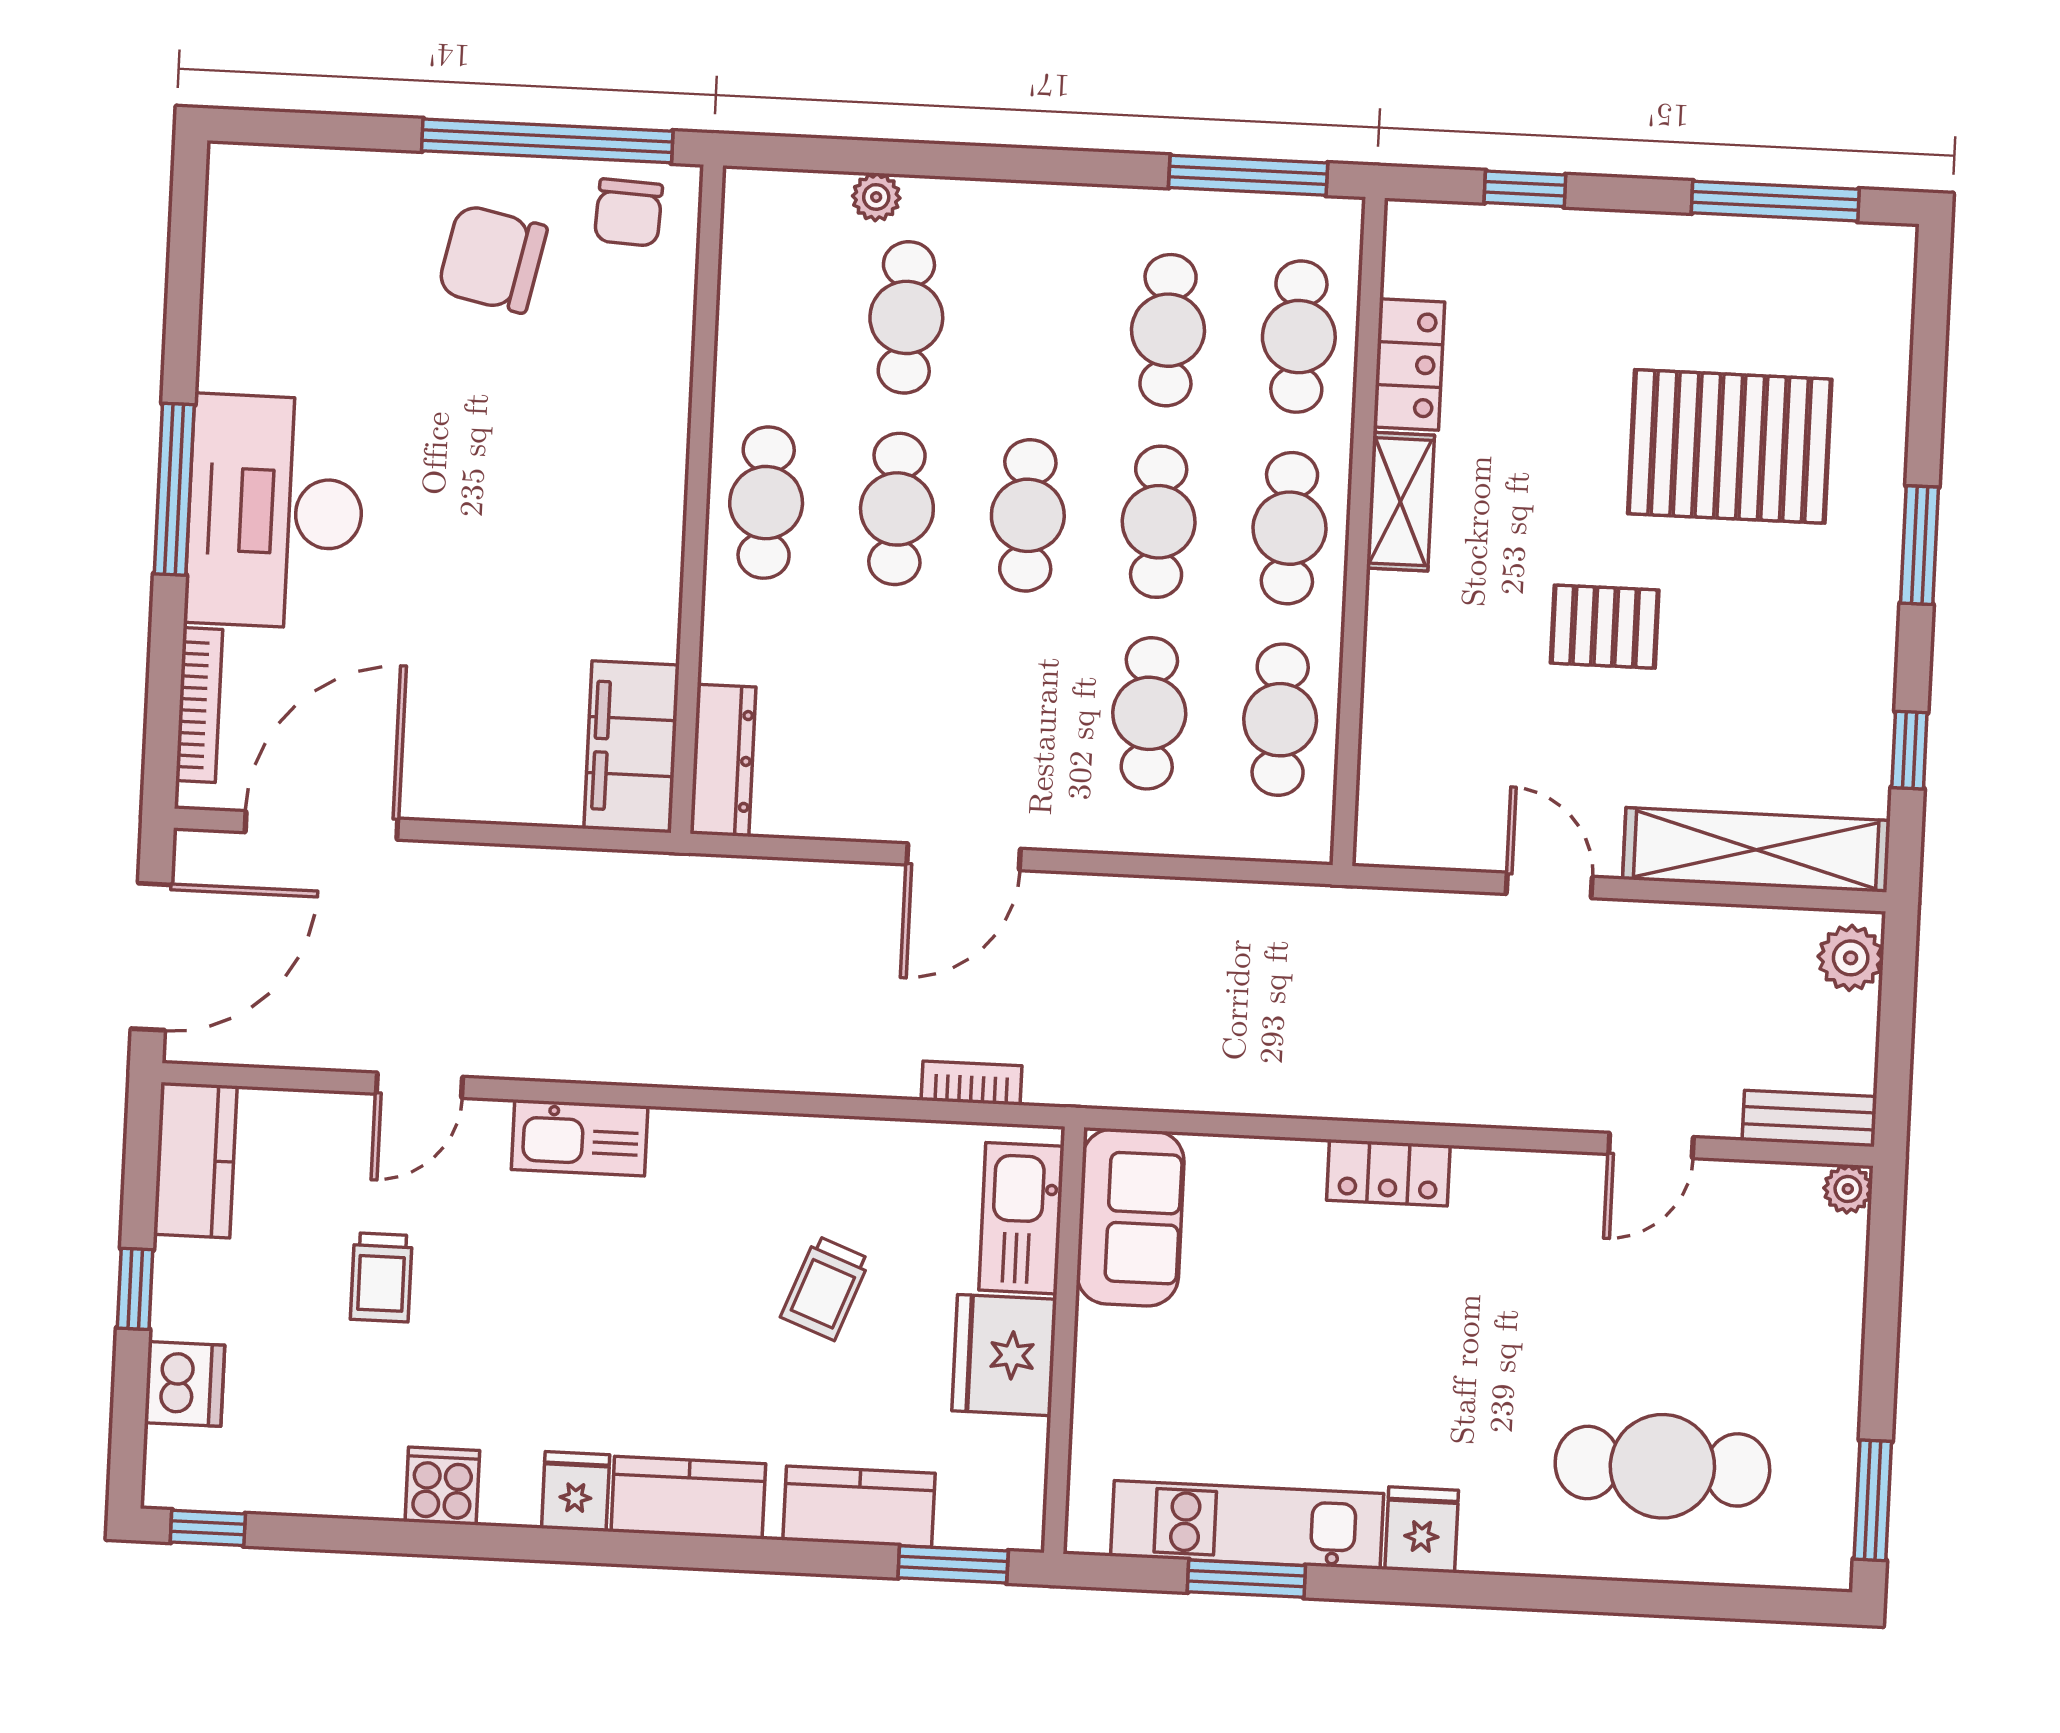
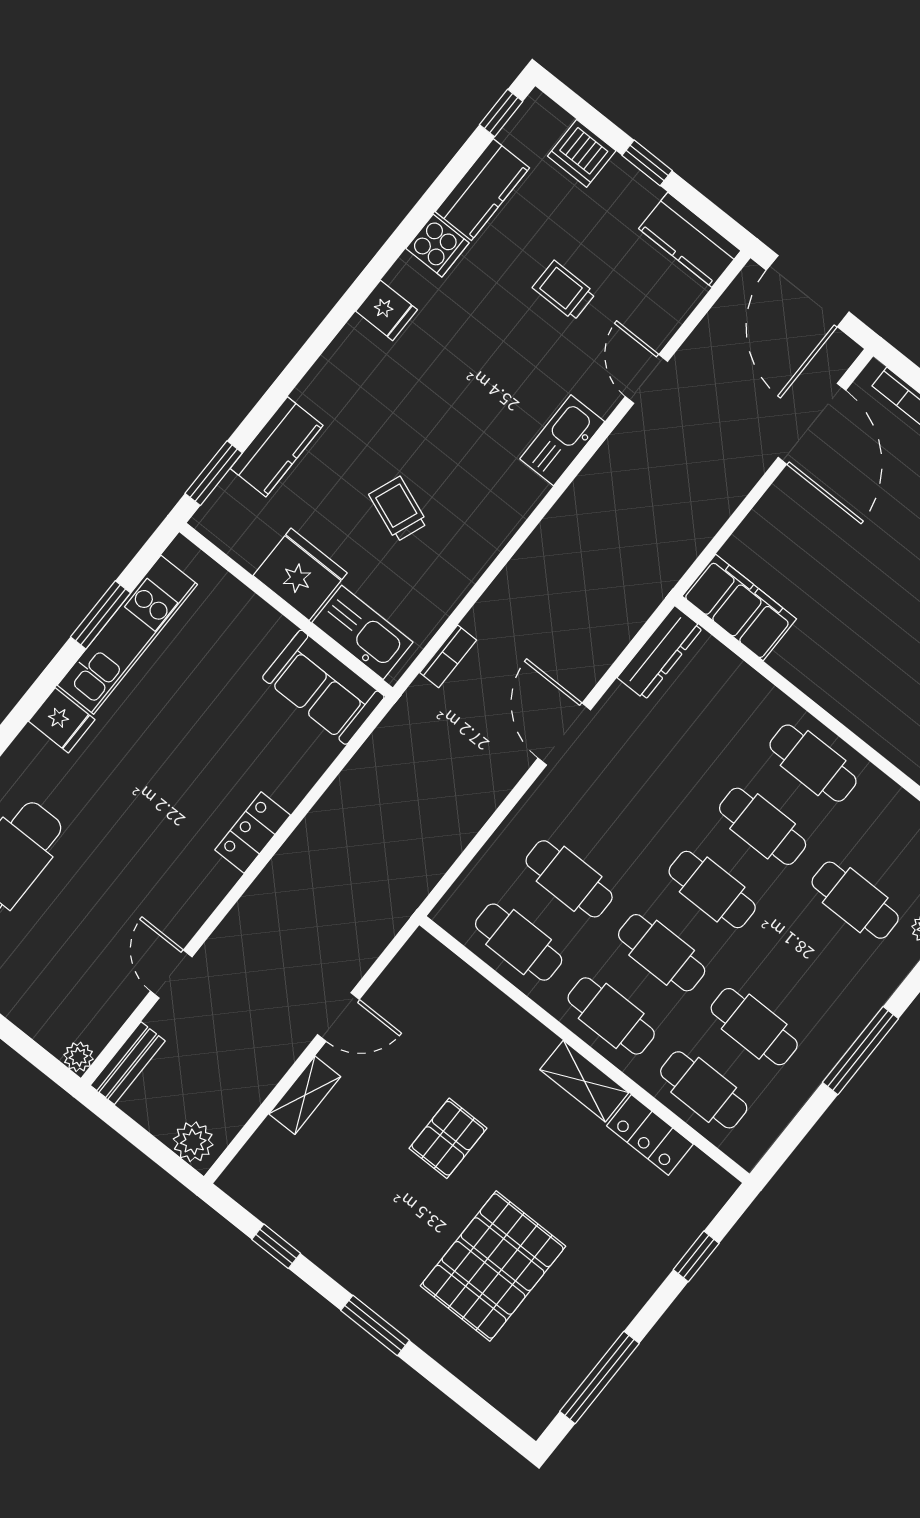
window: (1248, 175) -> (860, 1051), moved
dresser: (723, 760) -> (660, 653), moved, turned -90
shelving: (1756, 850) -> (305, 1095), width x0.45, depth x0.75
kitchen counter: (688, 1498) -> (482, 190), moved

